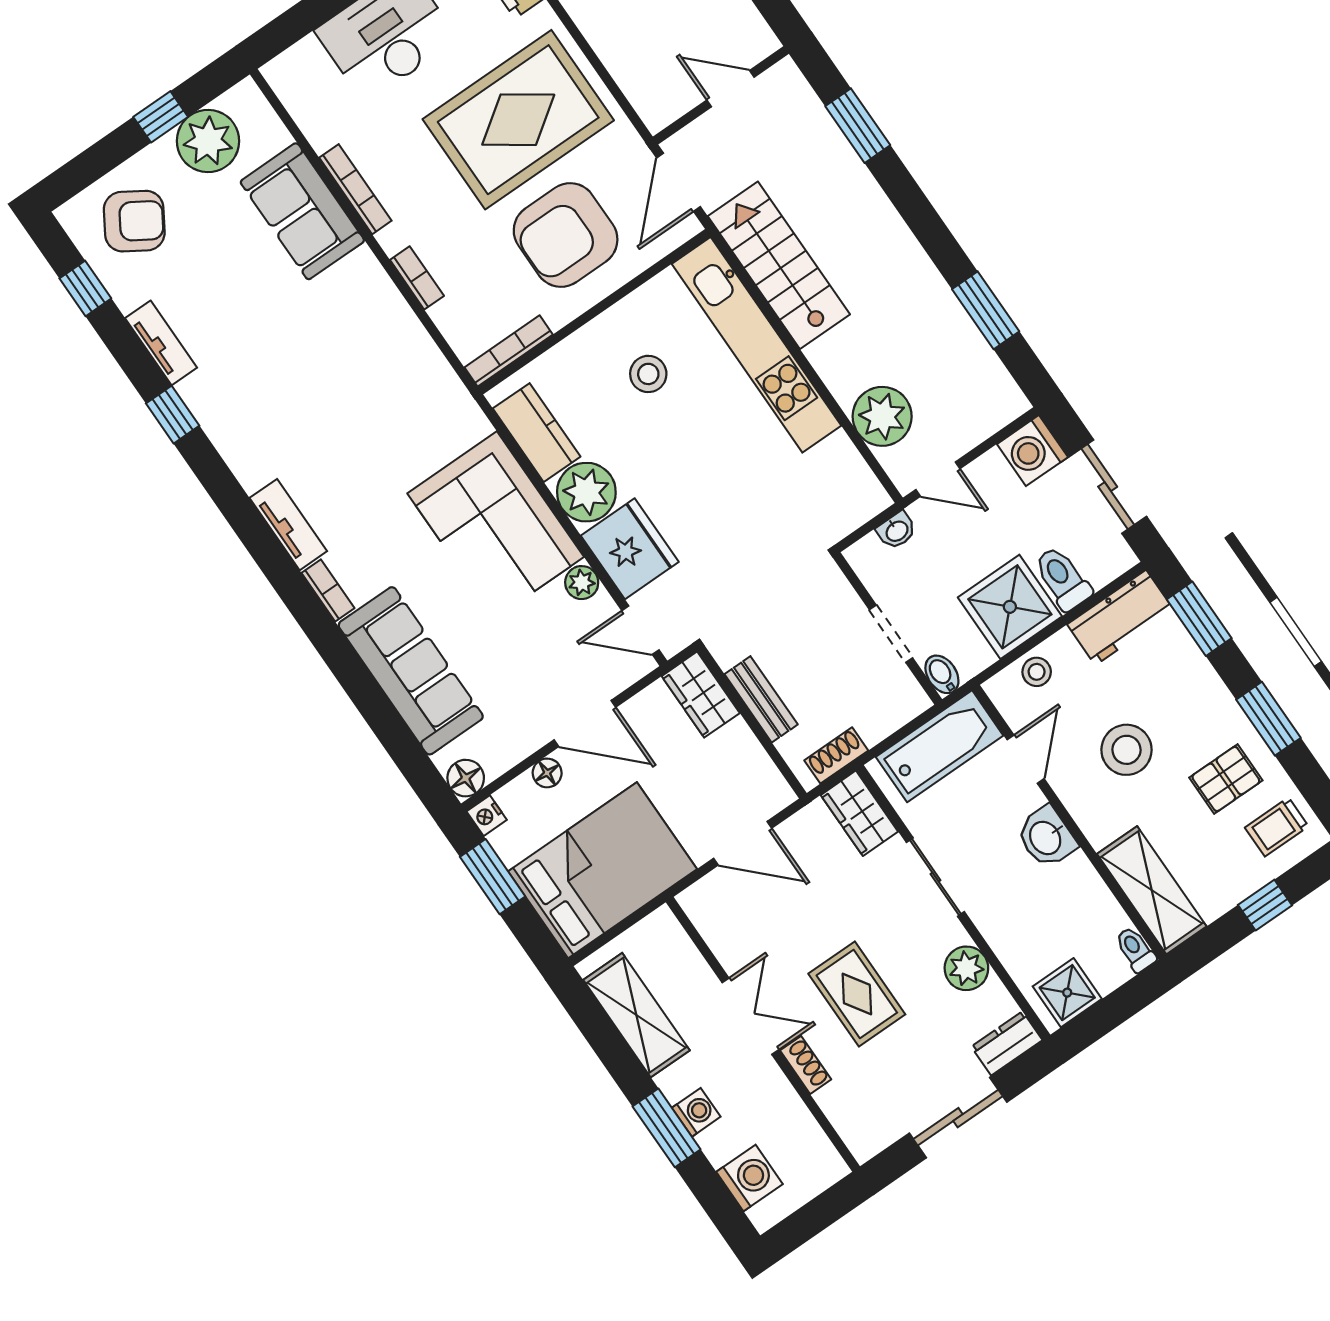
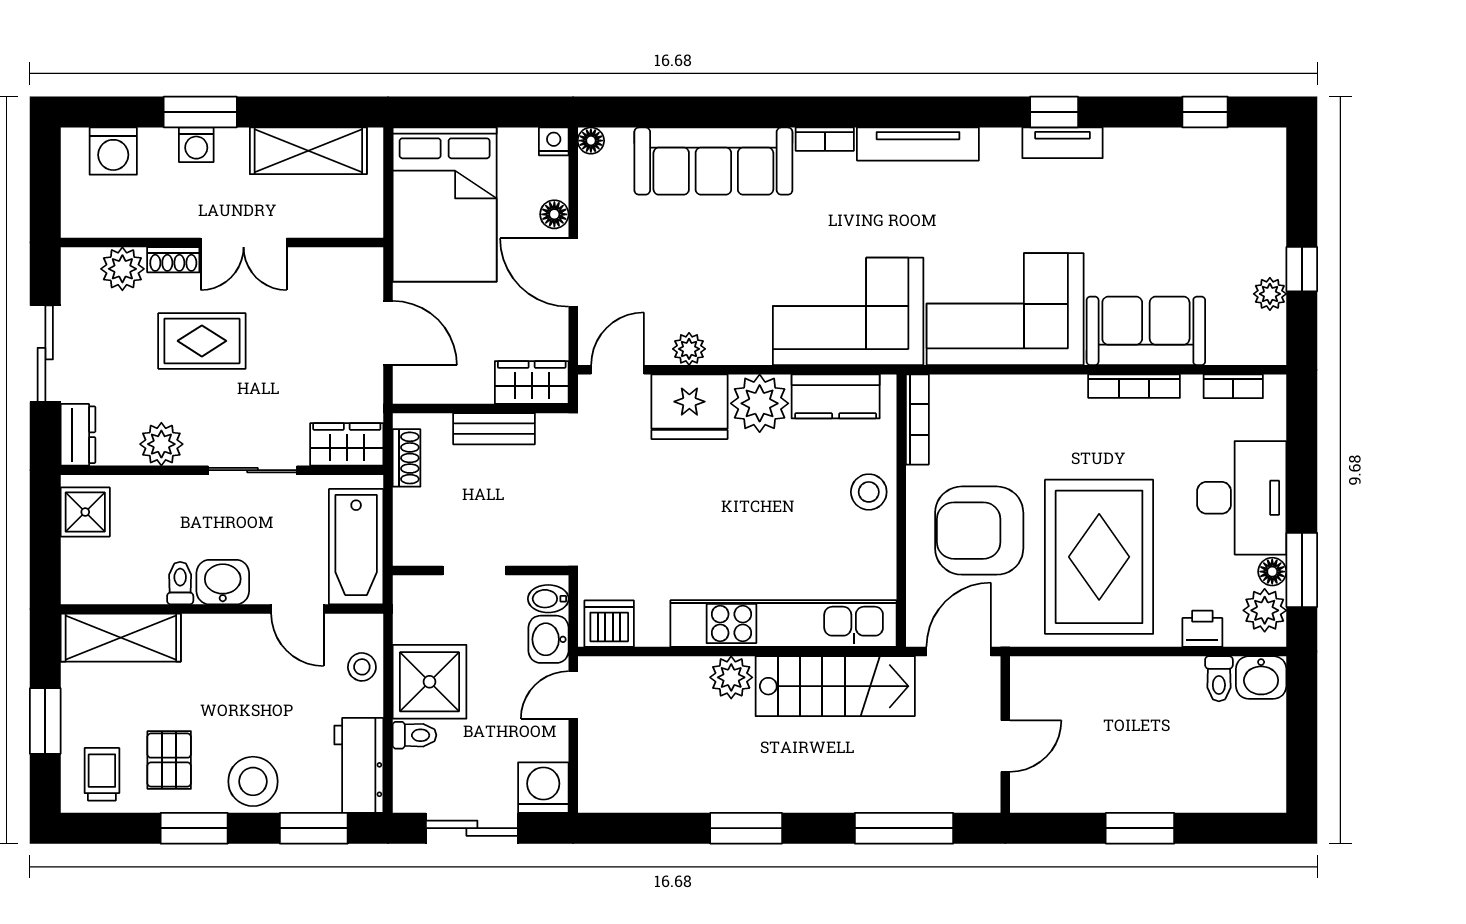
window: (858, 126) -> (904, 828), width x1.44
plant: (208, 141) -> (1270, 294), width x0.53, depth x0.53
door: (679, 182) -> (959, 651), hinge flipped
armchair: (134, 221) -> (1232, 189), removed
armchair: (566, 235) -> (979, 531), turned -90
bookcase: (417, 278) -> (1233, 386), moved
window: (986, 310) -> (746, 828), moved
corner sofa: (366, 342) -> (1005, 309), added
tv unit: (161, 343) -> (1063, 143), moved
stool: (648, 374) -> (869, 492), moved
plant: (882, 416) -> (731, 677), moved, width x0.73, depth x0.73
dishwasher: (857, 490) -> (609, 624), added
tv unit: (288, 525) -> (918, 144), width x1.41
corner sofa: (496, 525) -> (848, 311), moved
washbasin: (897, 531) -> (548, 639), width x1.38, depth x1.45
toilet: (1063, 578) -> (414, 735), width x0.73, depth x0.72
bidet: (942, 674) -> (548, 599), moved, turned 180
door: (585, 724) -> (573, 272), hinge flipped
stool: (1126, 750) -> (253, 781), moved
floor lamp: (466, 778) -> (591, 141), width x0.73, depth x0.73
door: (743, 843) -> (388, 333), swing flipped
window: (493, 877) -> (501, 112), removed
window: (1265, 905) -> (45, 721), width x1.50
toilet: (1135, 949) -> (180, 583), moved, turned -90
plant: (843, 1102) -> (122, 269), added

